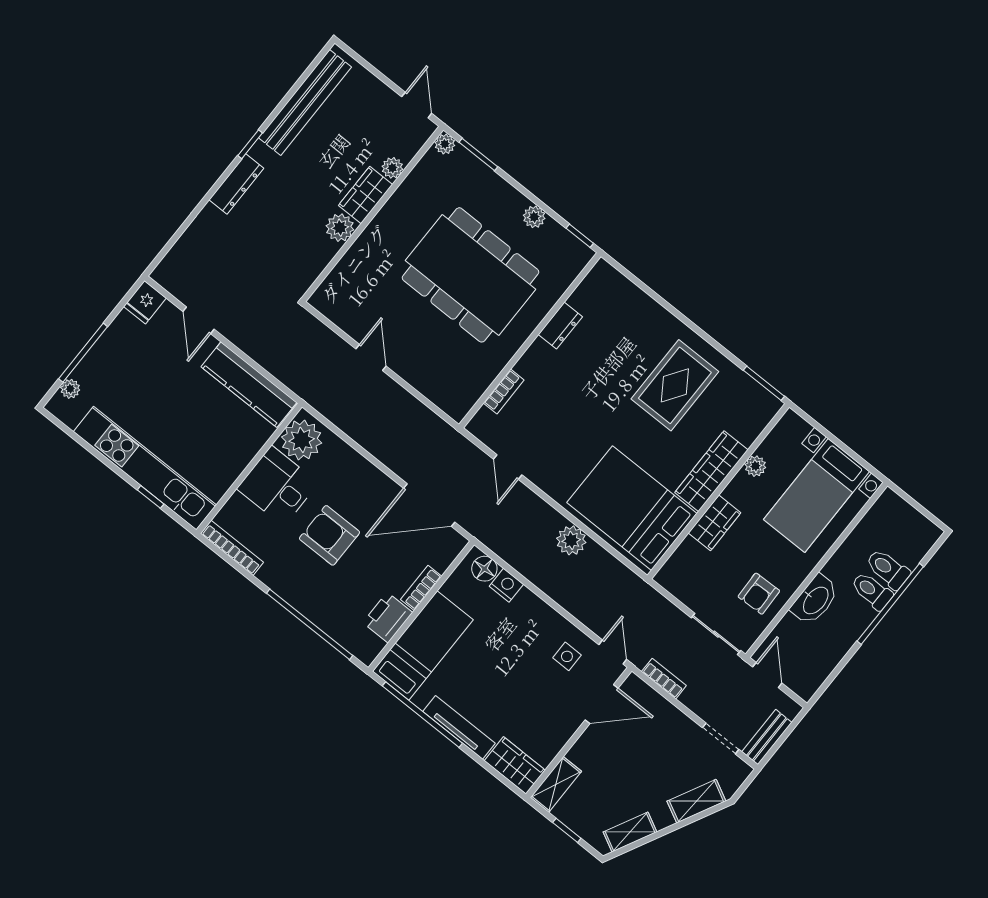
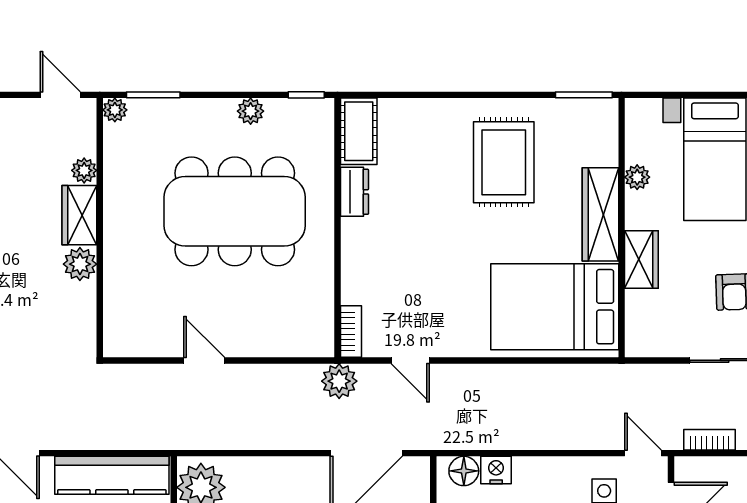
cot: (595, 288) -> (359, 131), added
bookcase: (504, 391) -> (351, 332), moved
plant: (571, 540) -> (339, 381), moved

